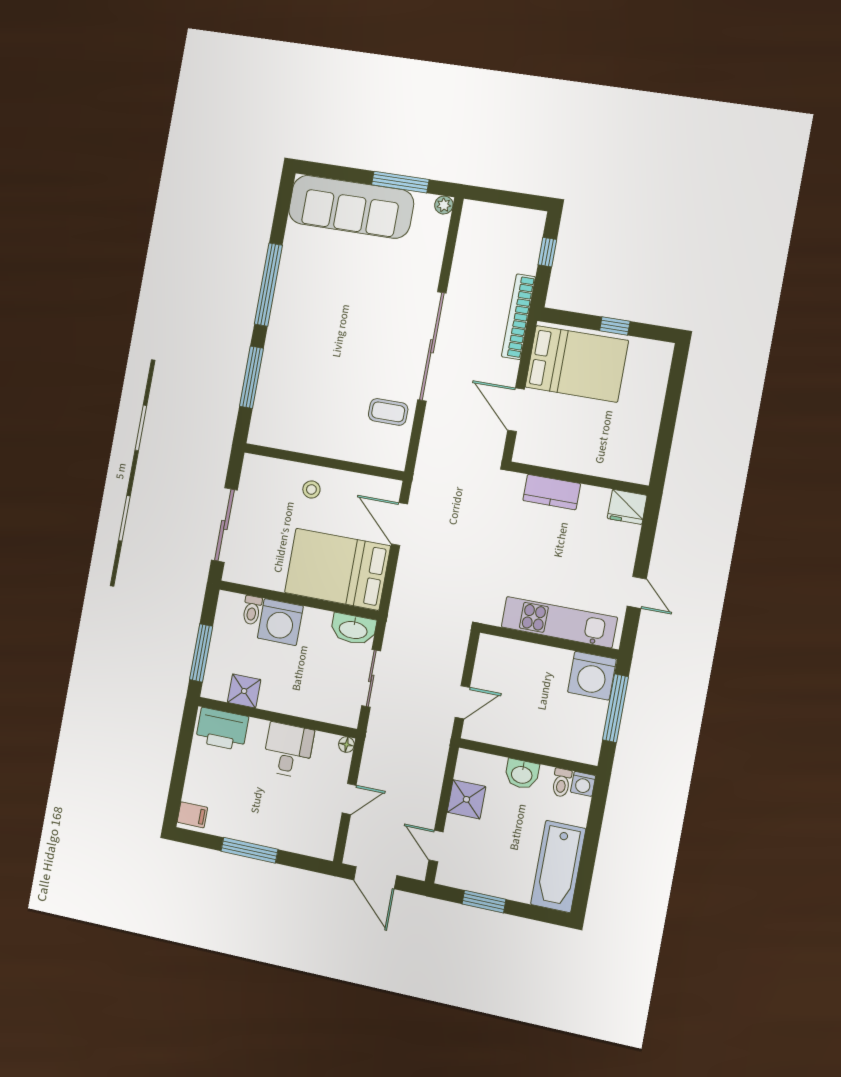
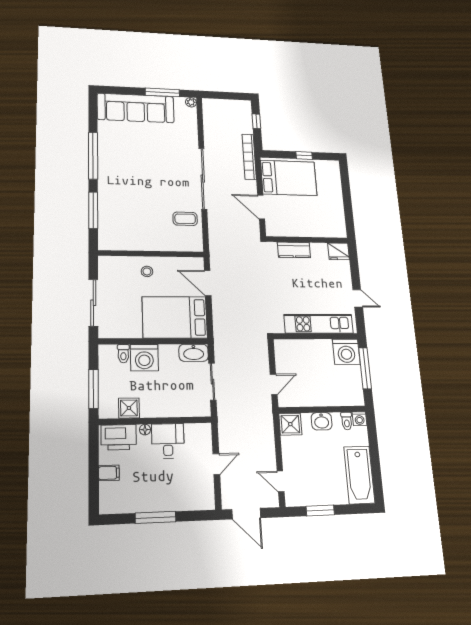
floor lamp: (346, 745) -> (145, 430), moved
shower: (466, 799) -> (290, 424), moved
filing cabinet: (192, 815) -> (109, 473), moved

